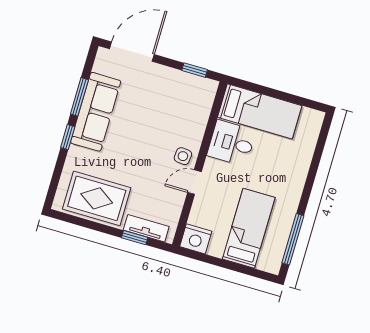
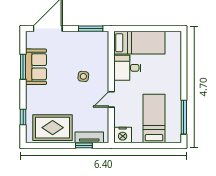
window: (195, 70) -> (91, 29), width x1.50
sofa: (96, 112) -> (36, 67), width x0.73
window: (68, 137) -> (23, 117), moved
side table: (183, 156) -> (83, 76), moved

